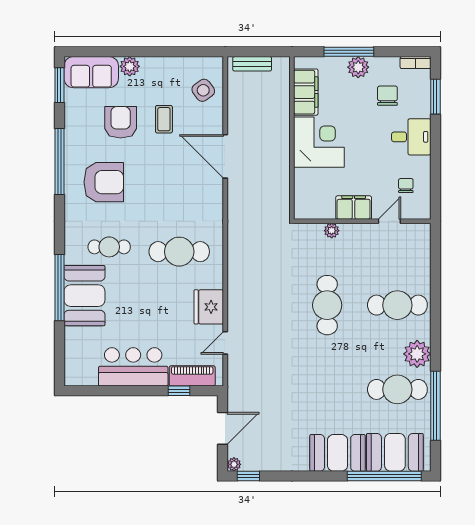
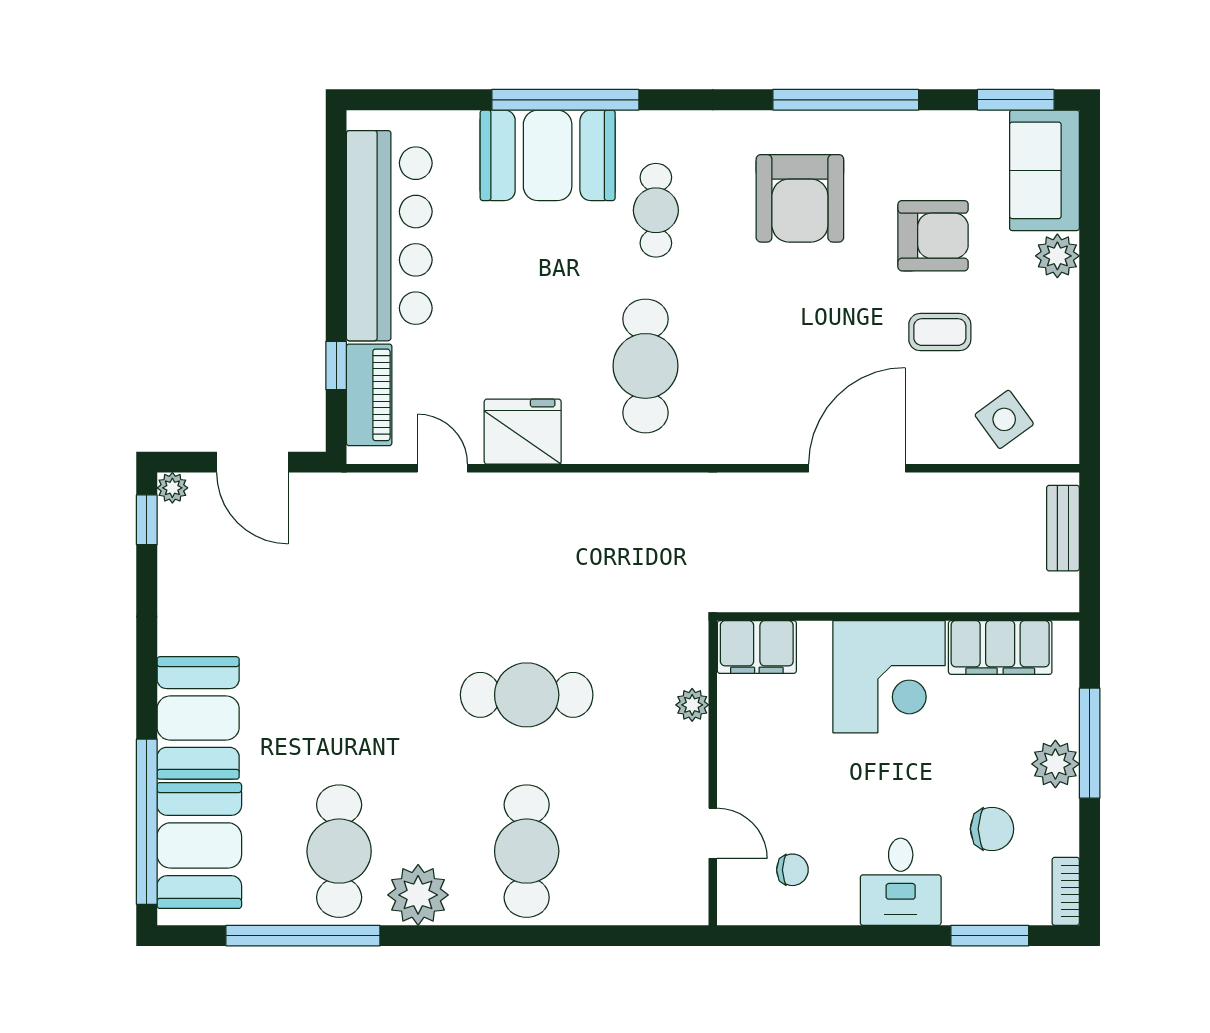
filing cabinet: (354, 208) -> (757, 647), moved, turned 90
bar counter: (133, 367) -> (389, 236), width x1.36

